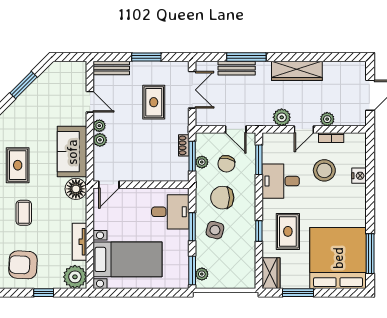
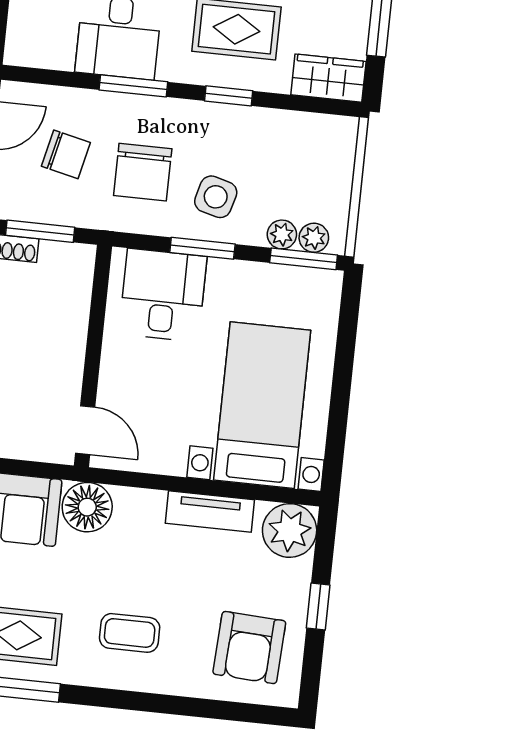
window: (259, 160) -> (133, 86), moved
plant: (202, 162) -> (282, 234), moved

